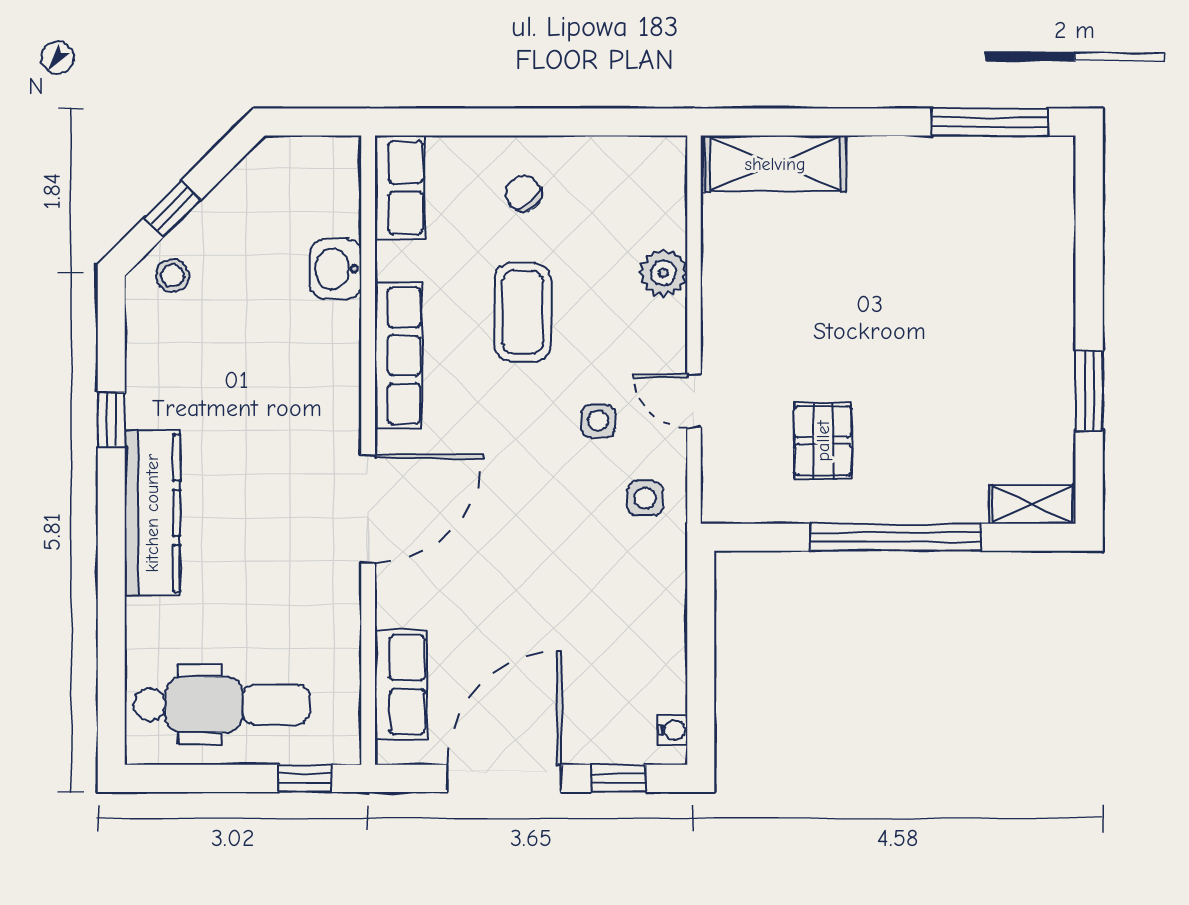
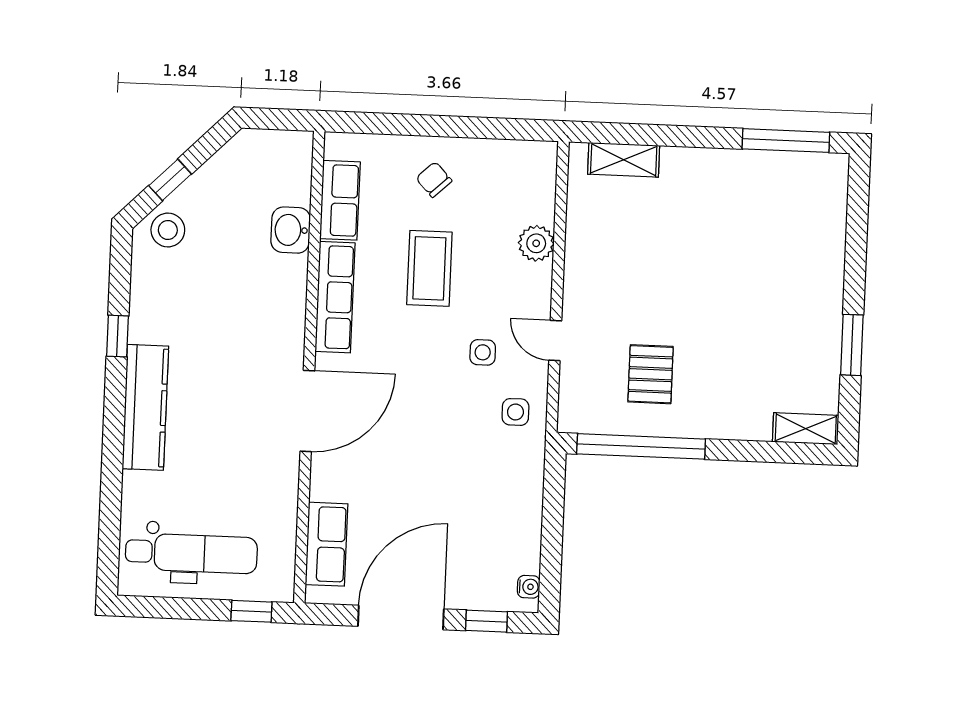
shelving: (775, 164) -> (624, 160), width x0.67, depth x0.75
row of seats: (400, 188) -> (340, 200), moved
stool: (172, 276) -> (168, 230), width x1.37, depth x1.37
window: (896, 537) -> (641, 446), moved

